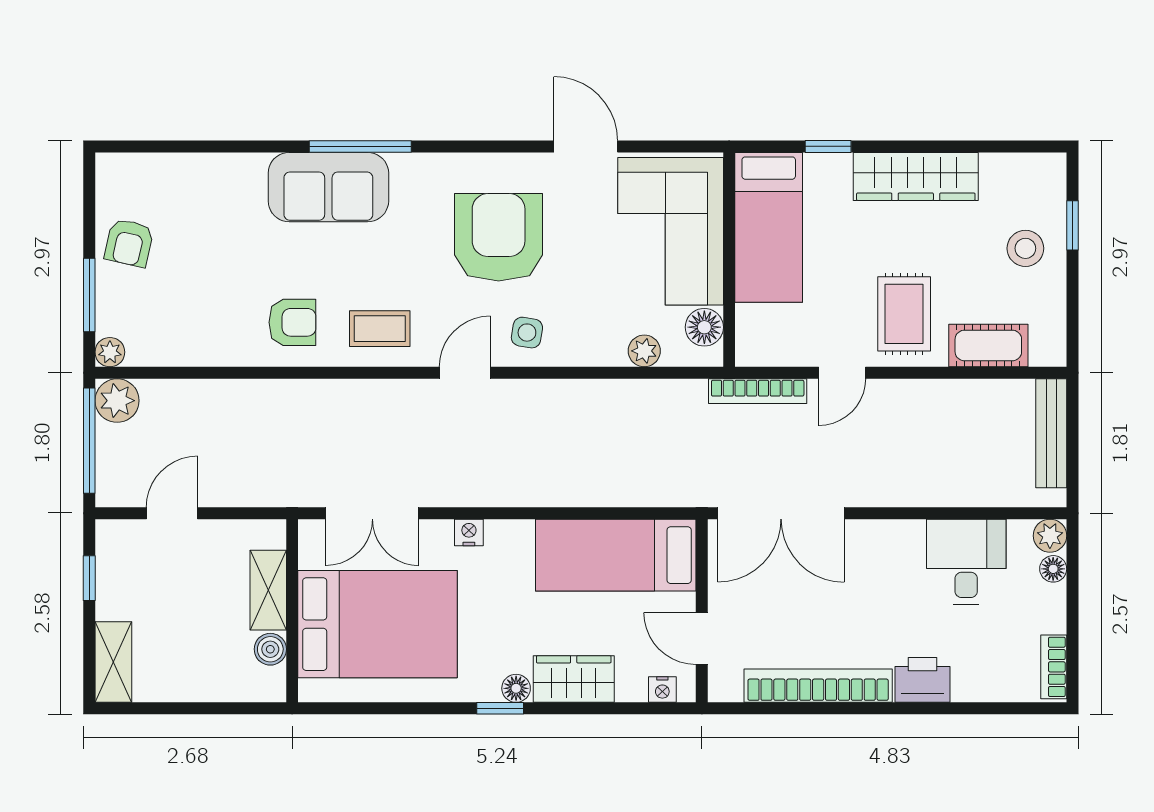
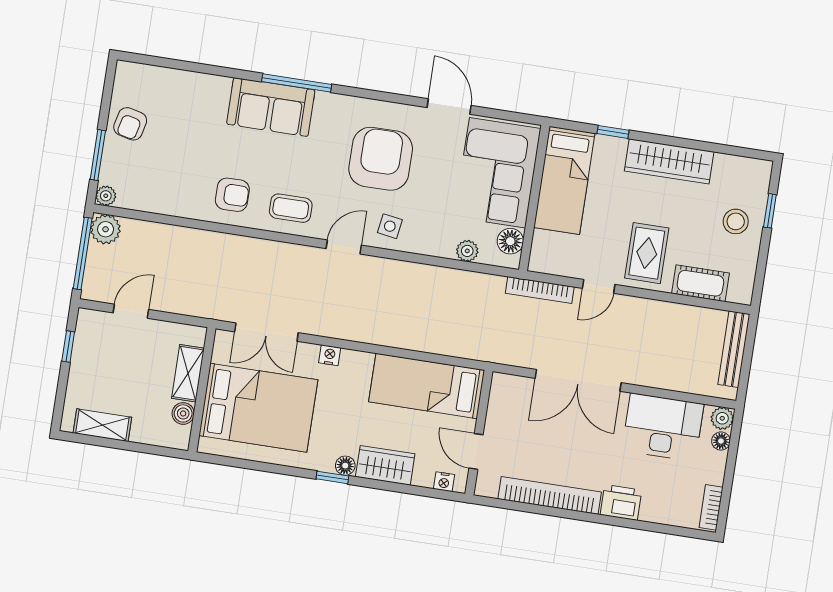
double door: (781, 513) -> (578, 380), moved
desk: (966, 562) -> (663, 427), width x1.37
shelving: (113, 662) -> (102, 425), moved, turned 90

